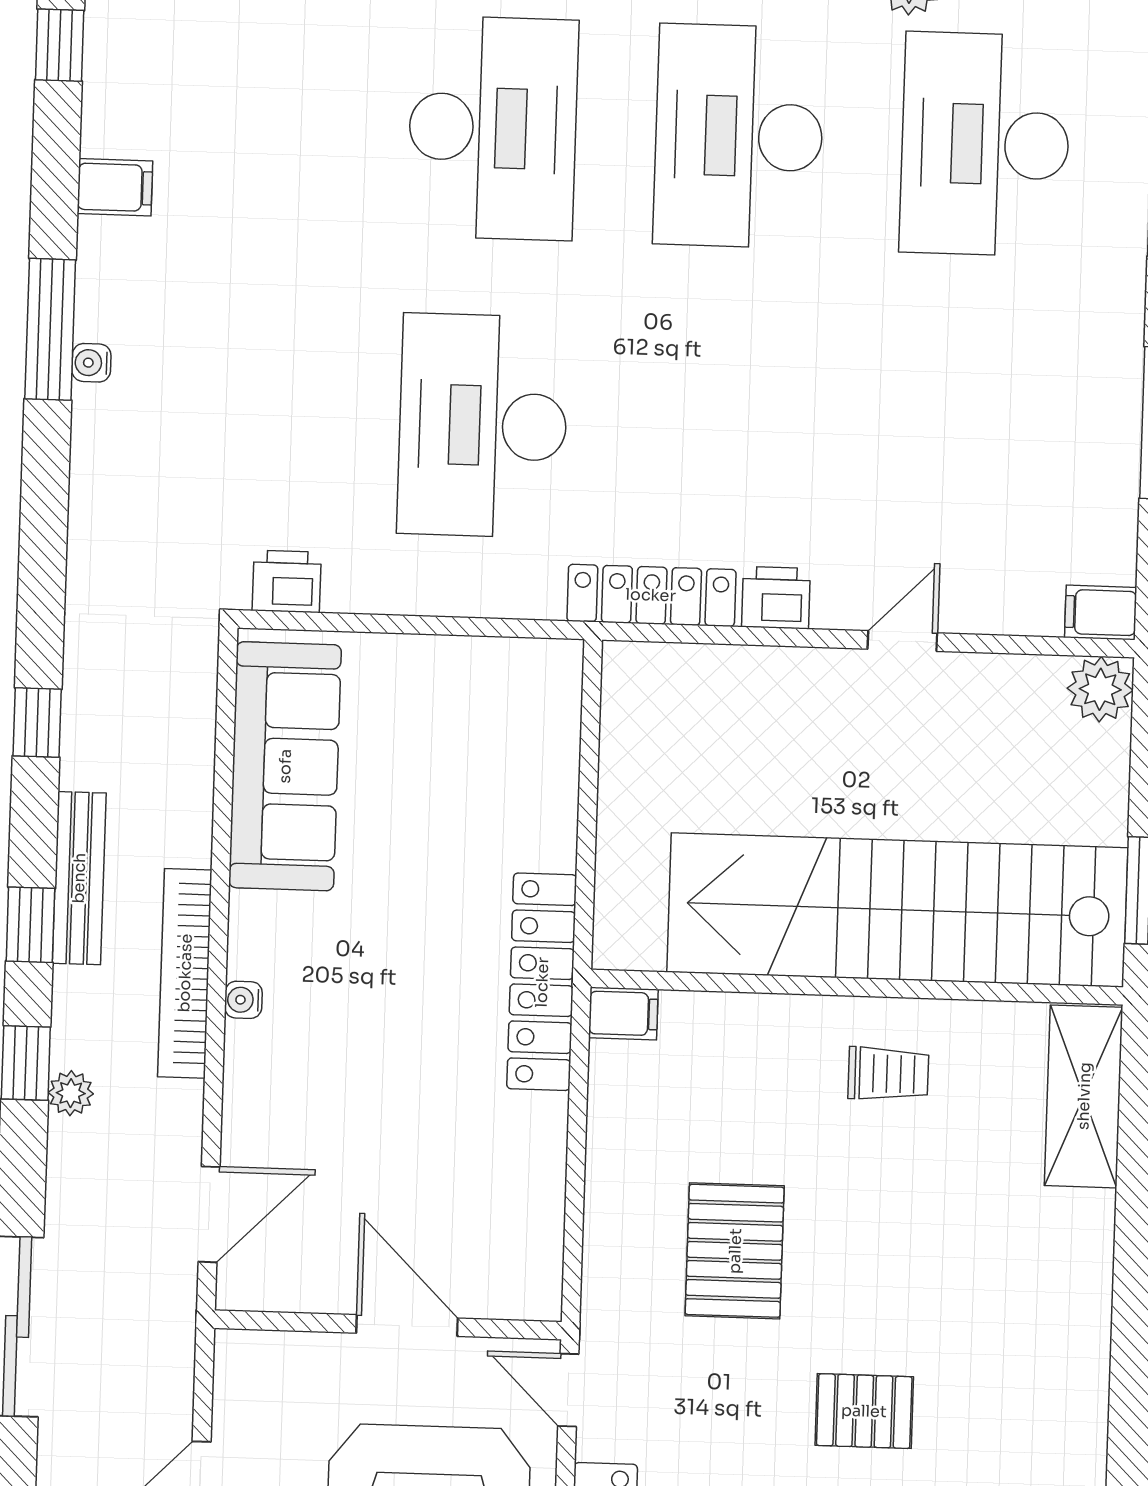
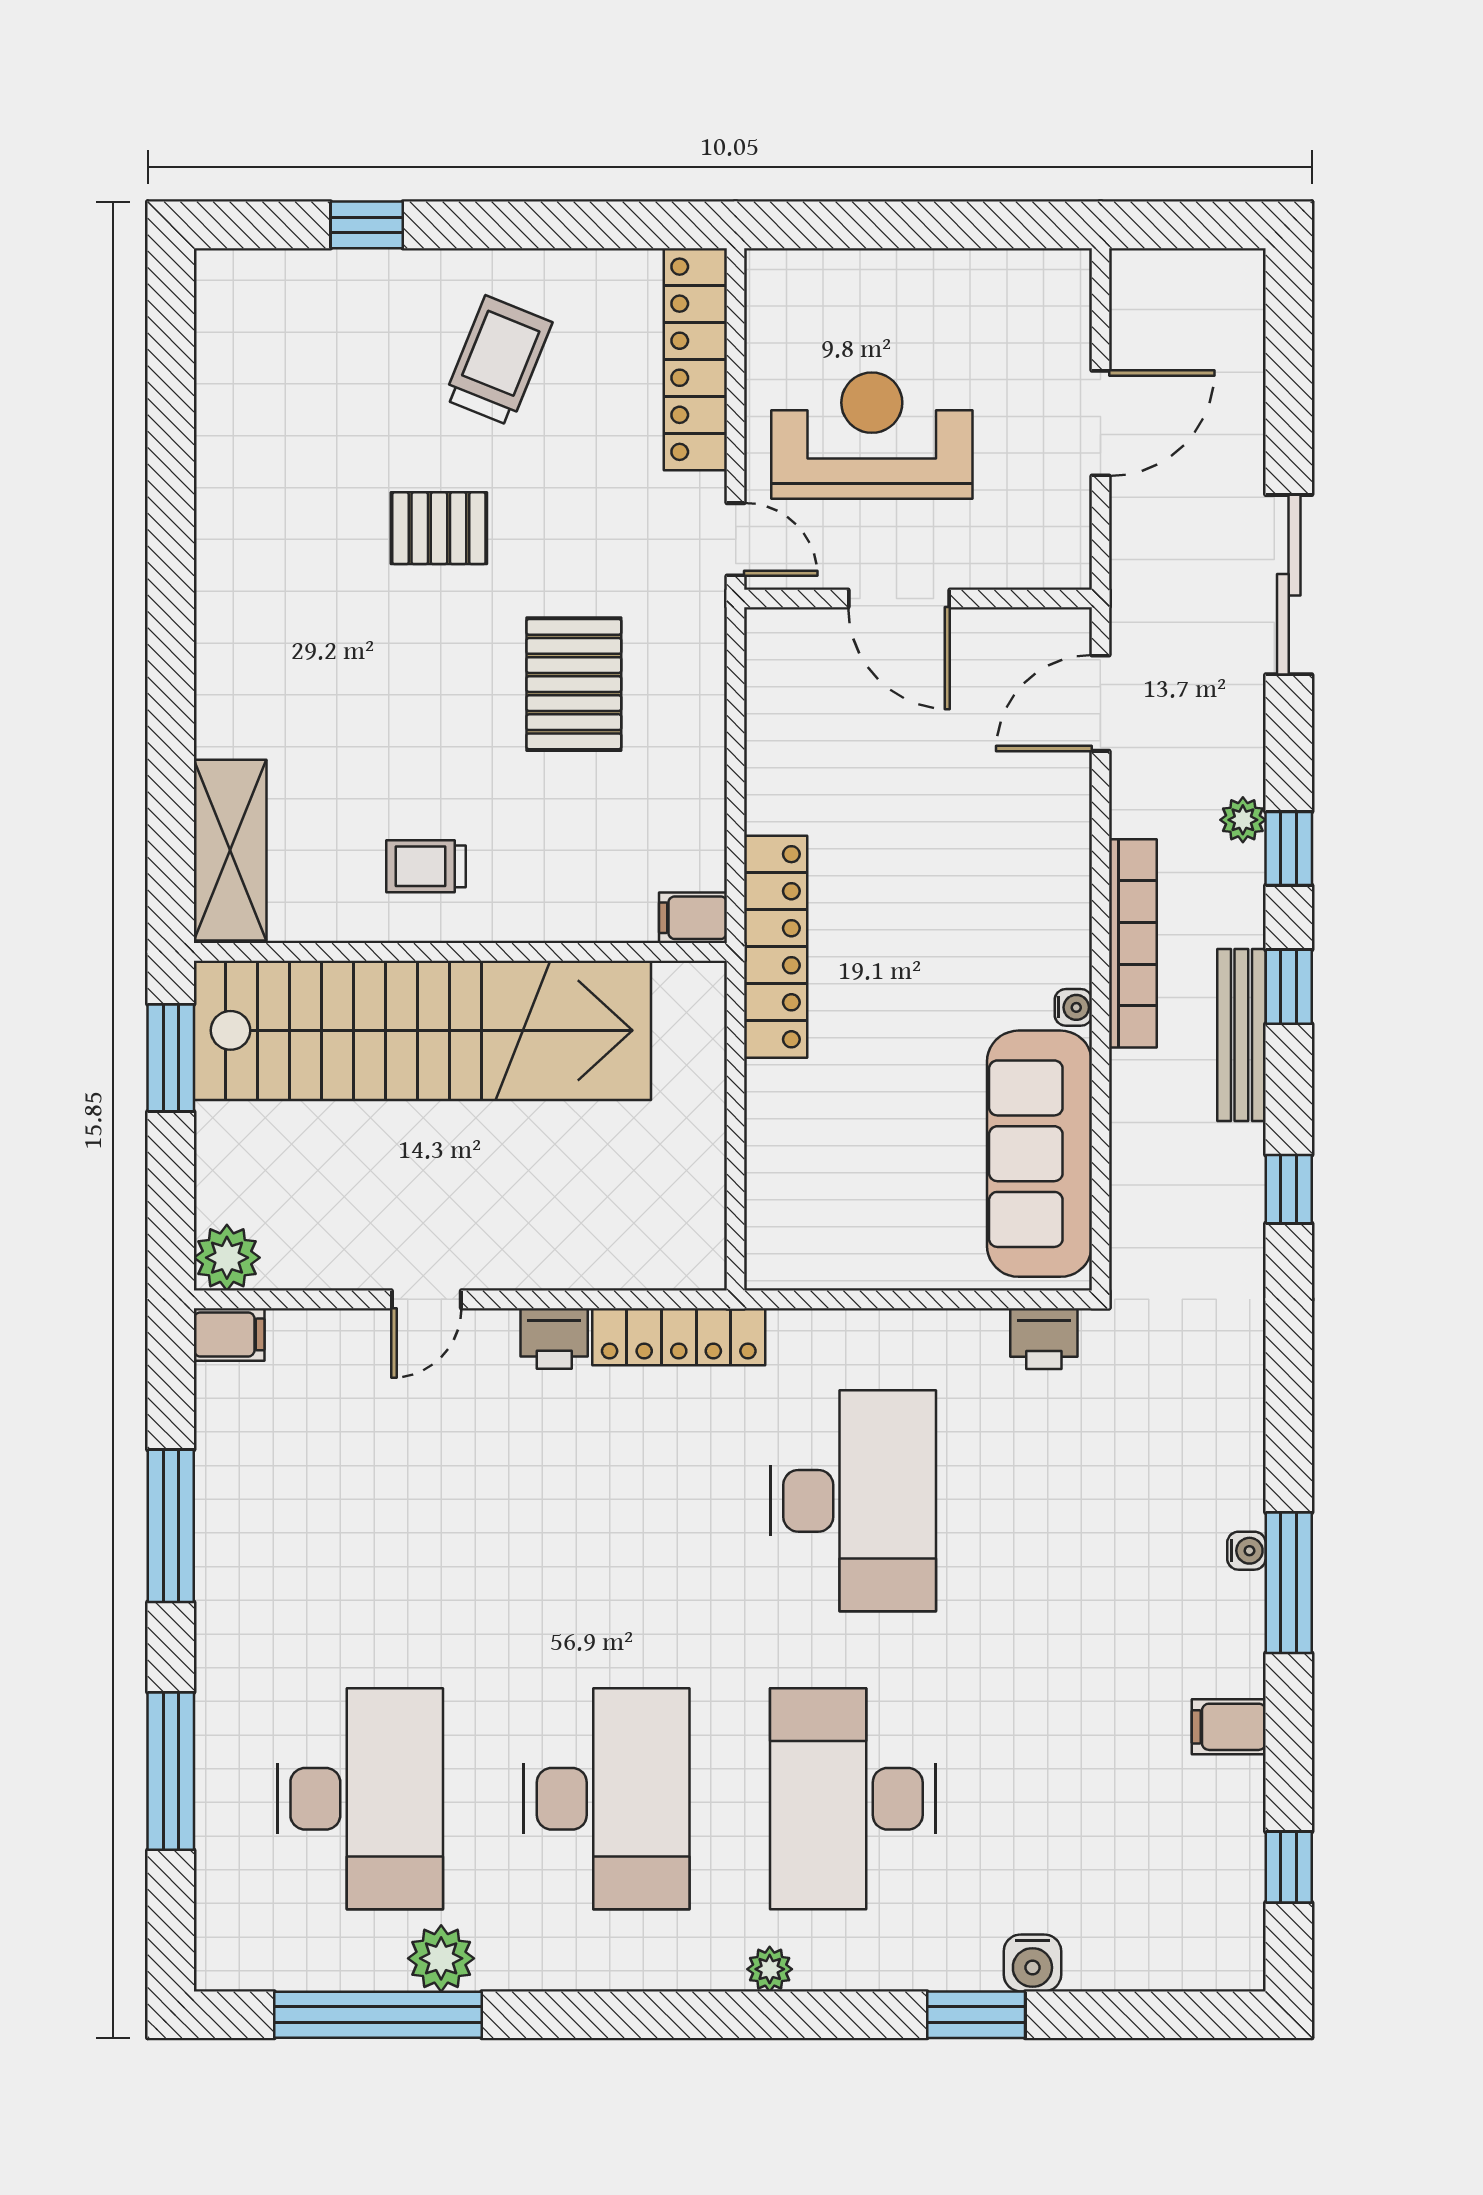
water cooler: (243, 1000) -> (1073, 1007), moved

